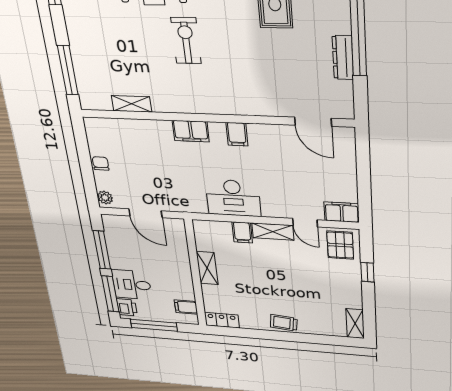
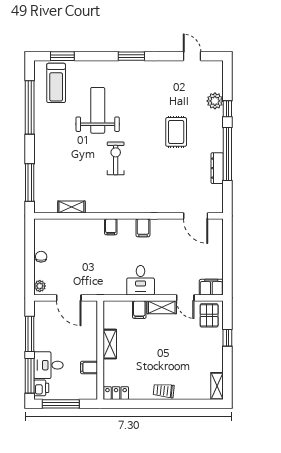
filing cabinet: (191, 131) -> (111, 227), width x0.50
desk: (233, 198) -> (141, 280), width x0.73
filing cabinet: (186, 307) -> (89, 367), moved

